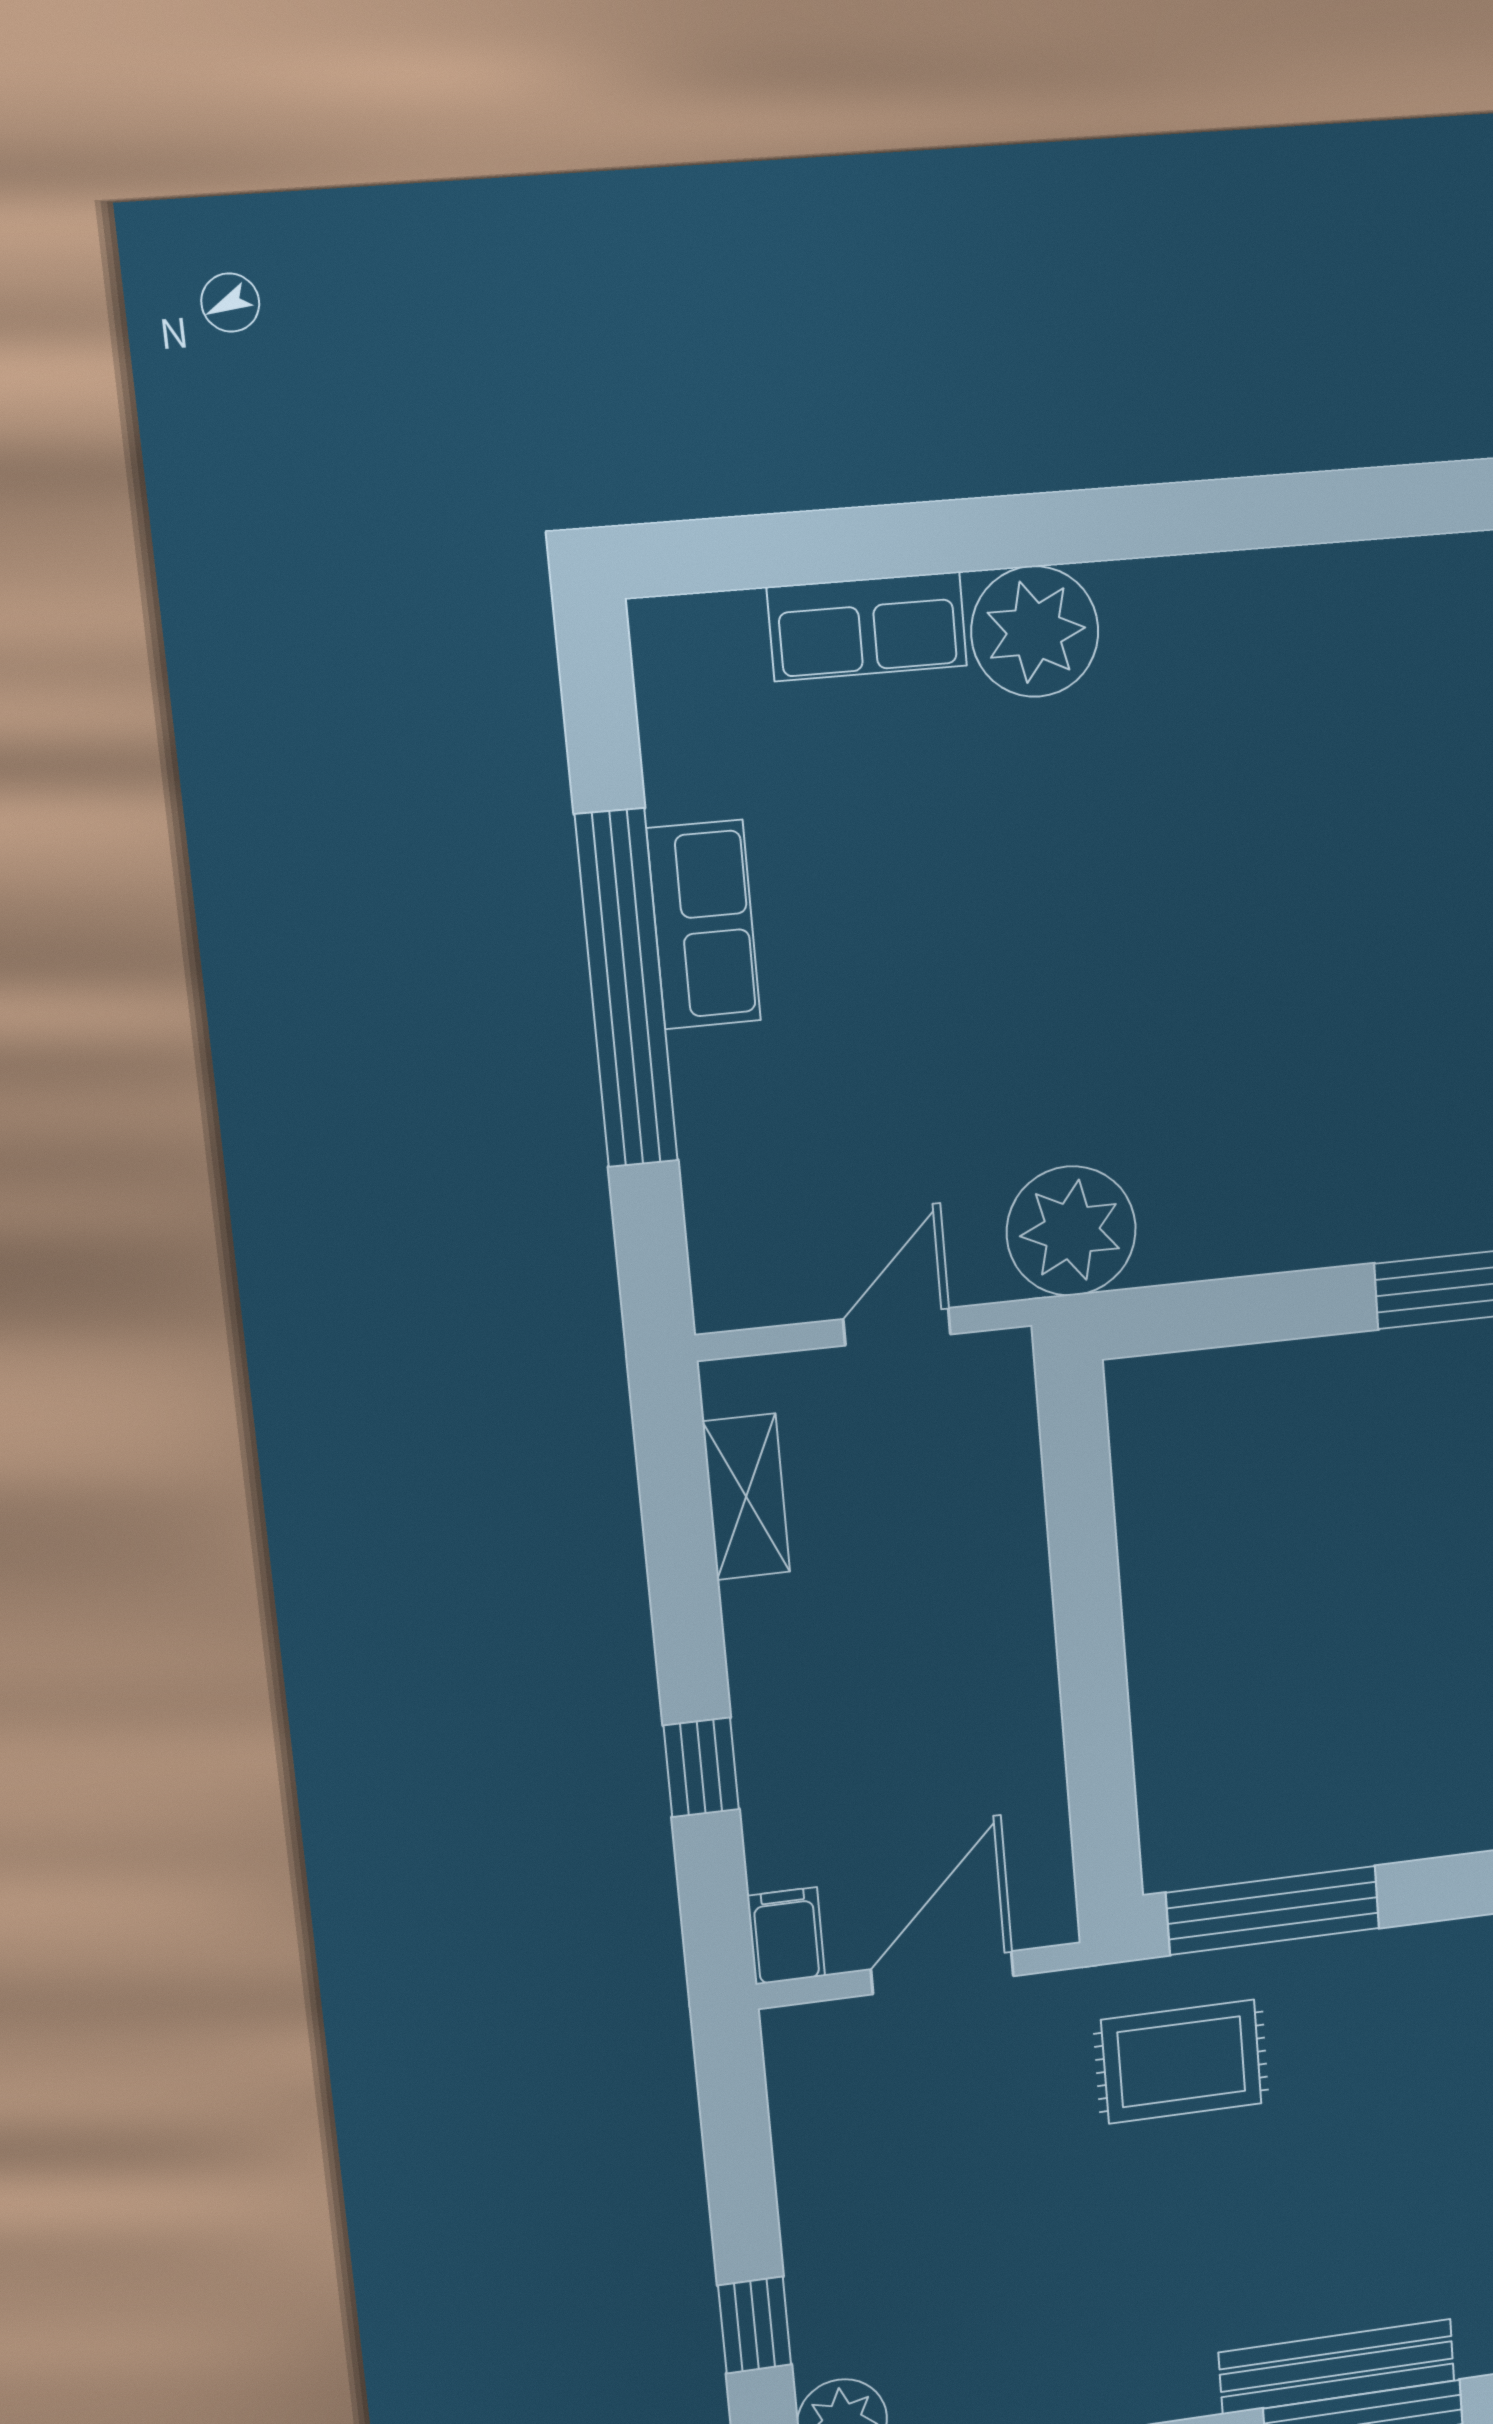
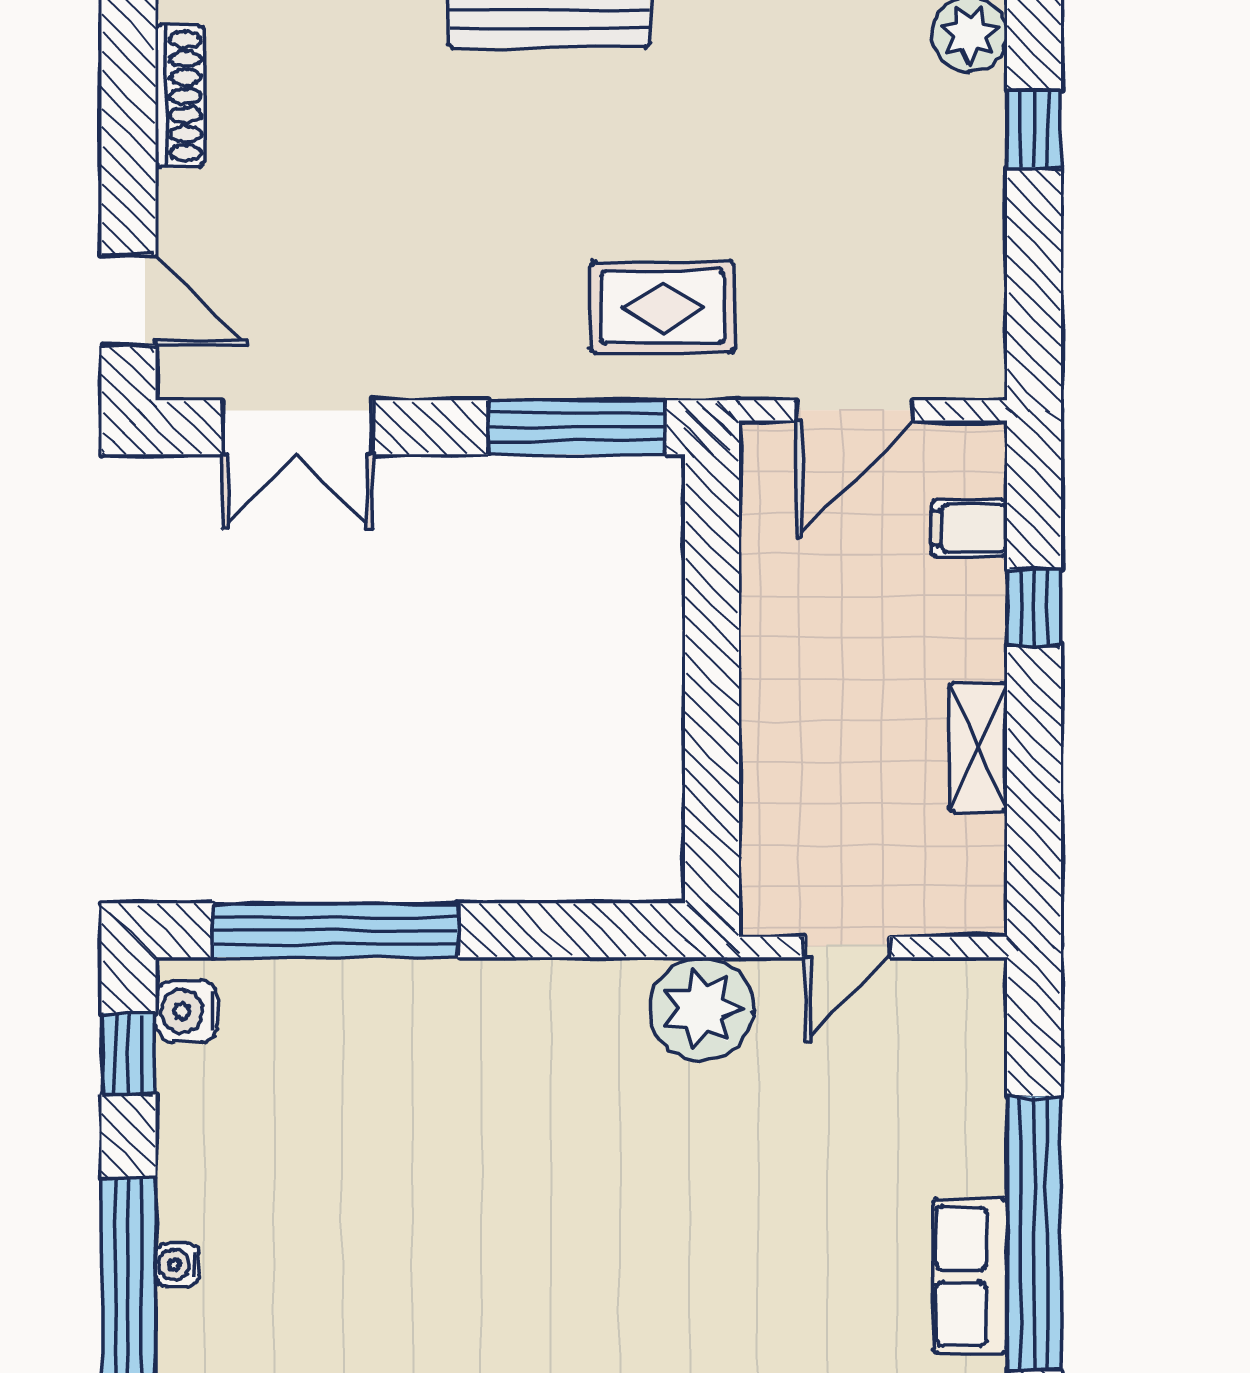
shelving: (746, 1497) -> (978, 747), moved
filing cabinet: (786, 1936) -> (969, 528), moved, turned 90

